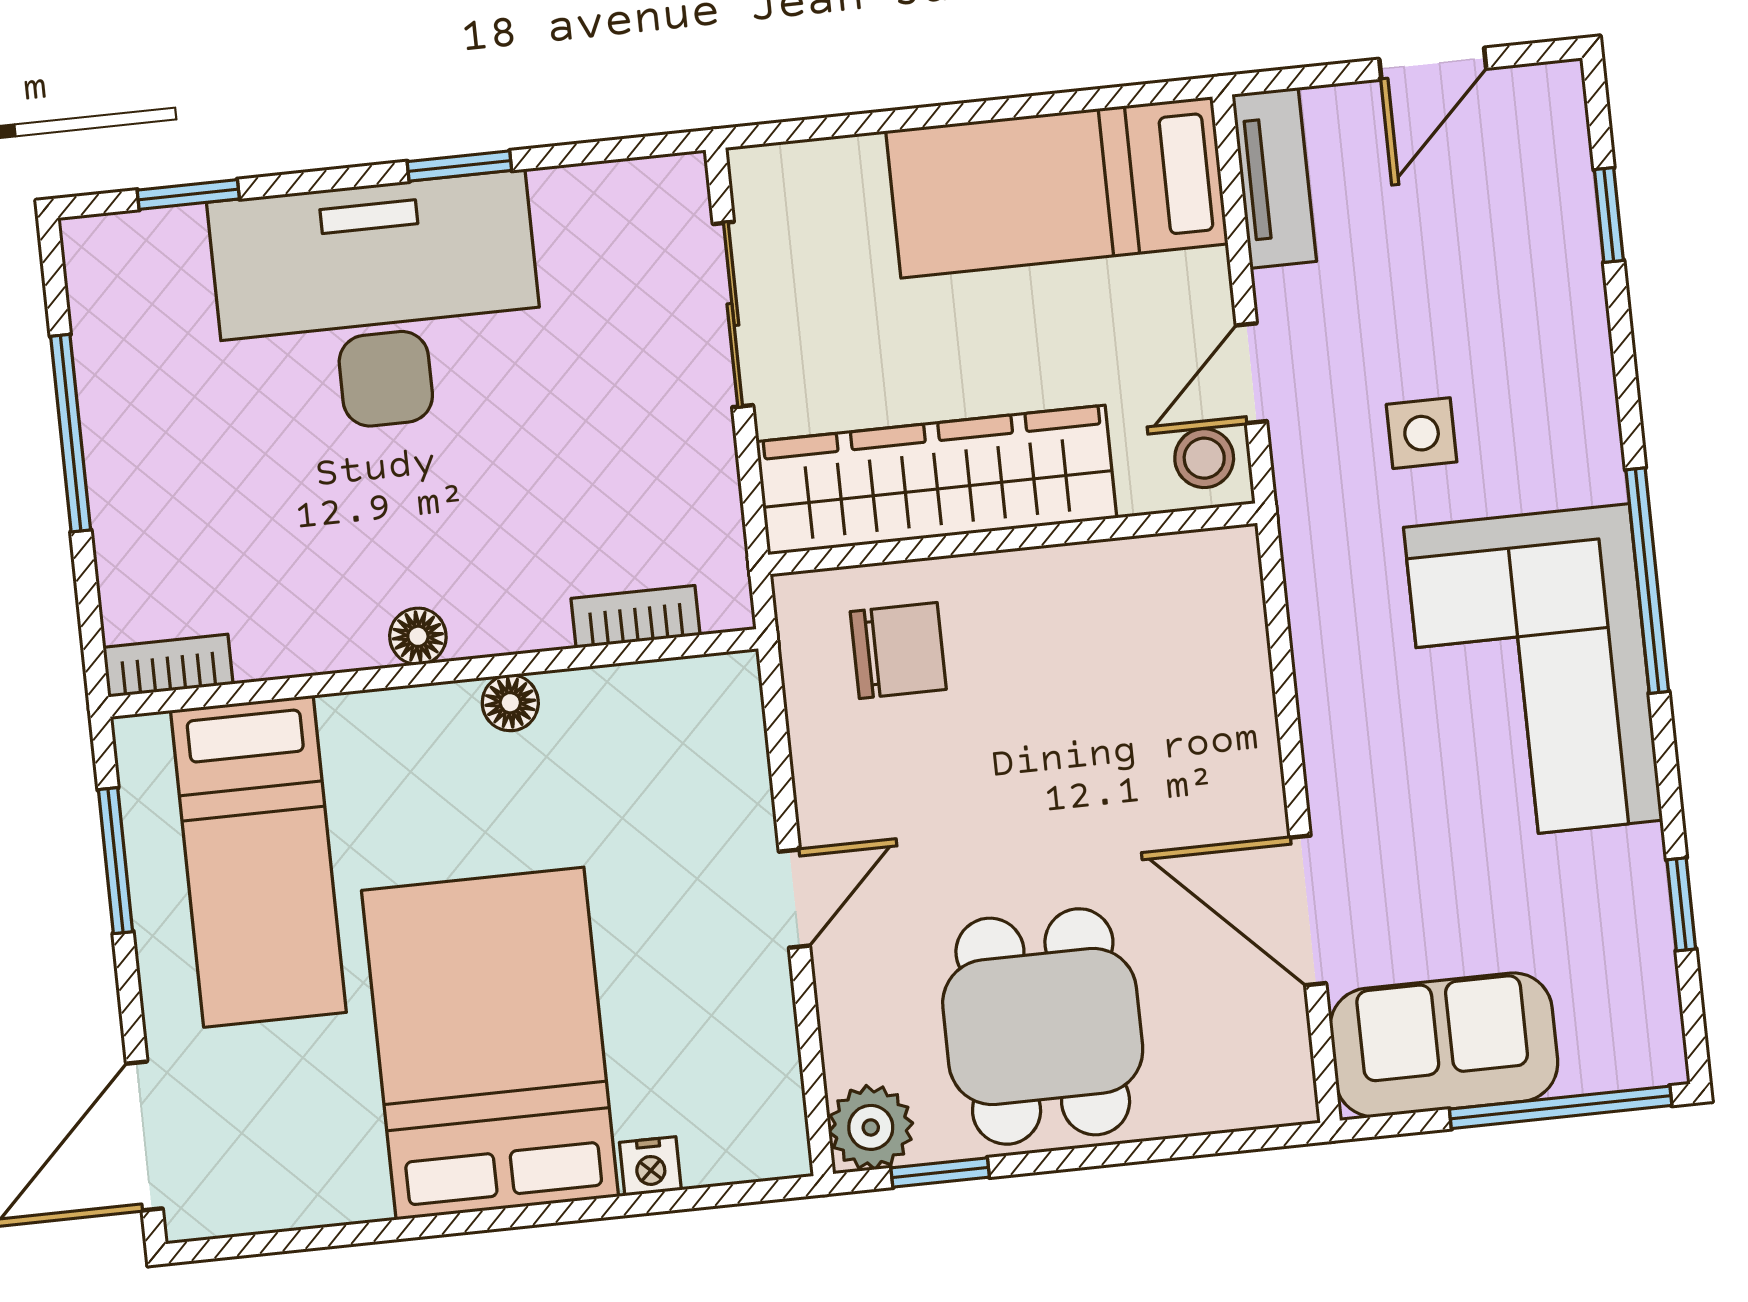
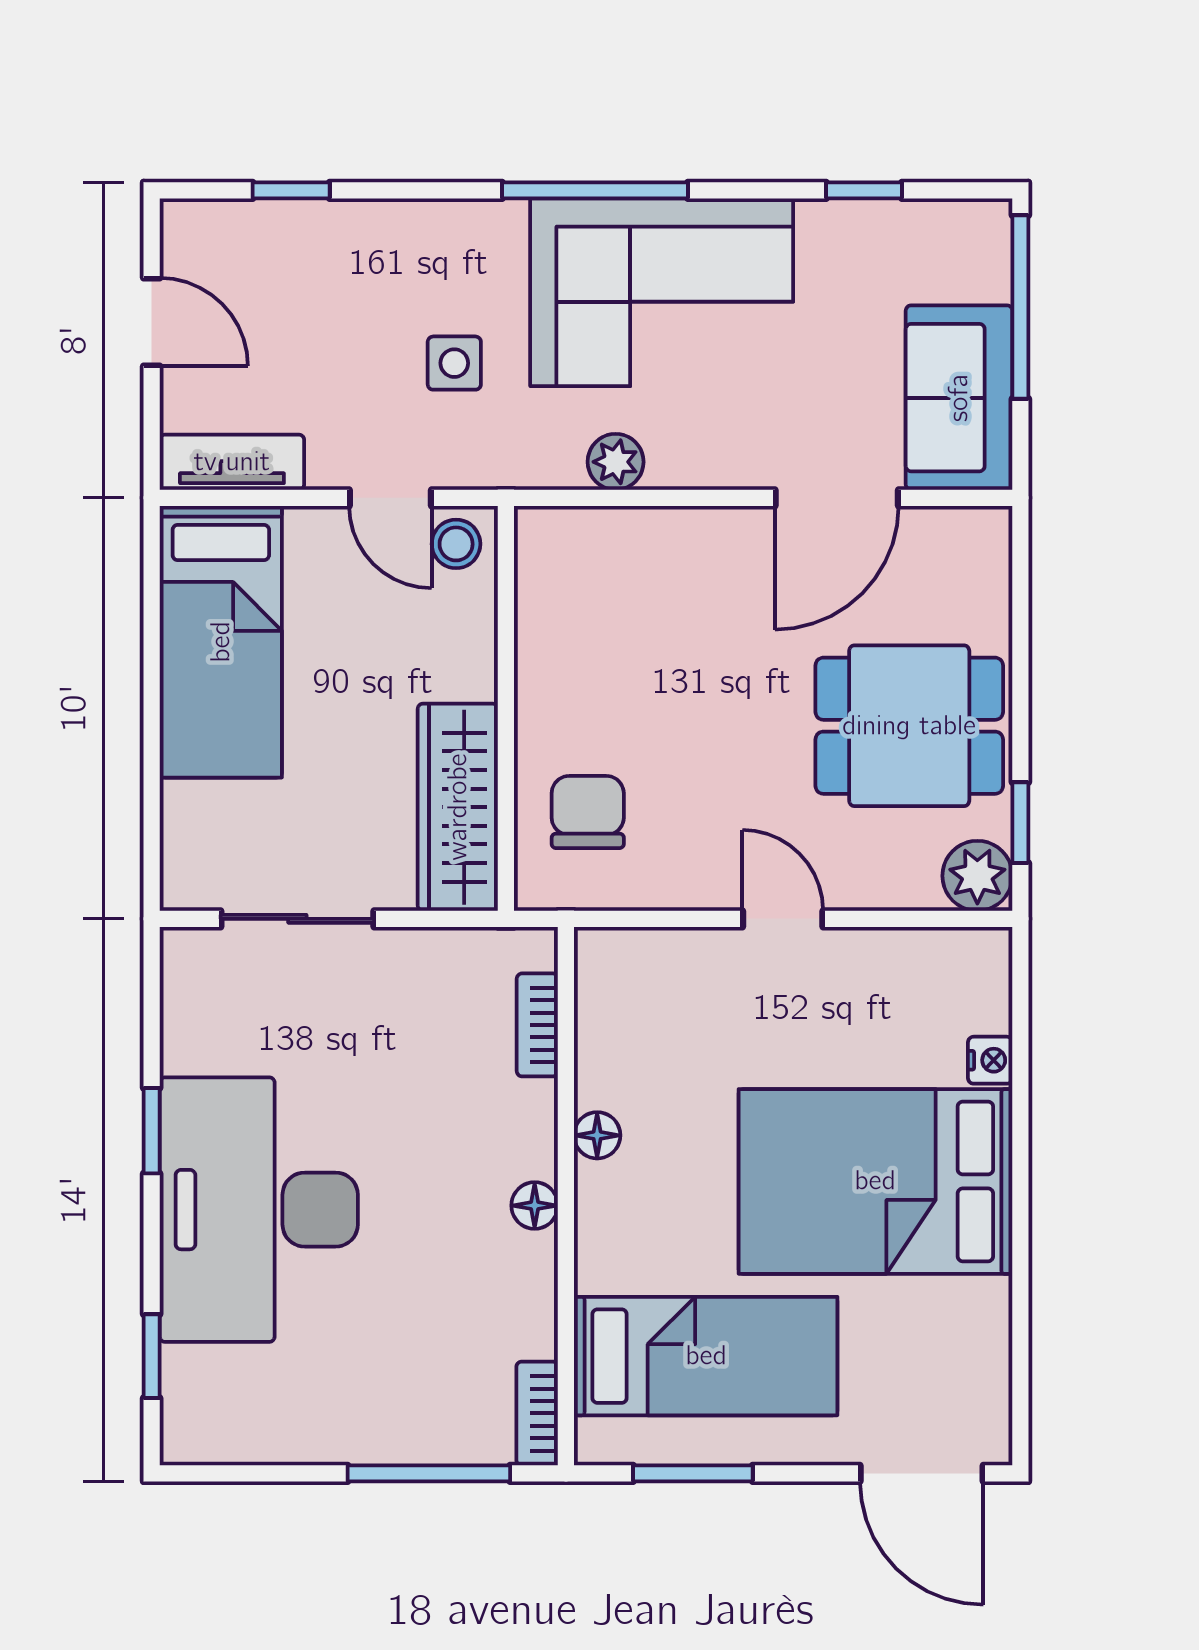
window: (71, 433) -> (429, 1473), moved
wardrobe: (937, 480) -> (458, 807), width x0.71, depth x0.85
plant: (1323, 640) -> (616, 462), added

